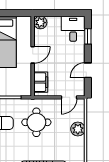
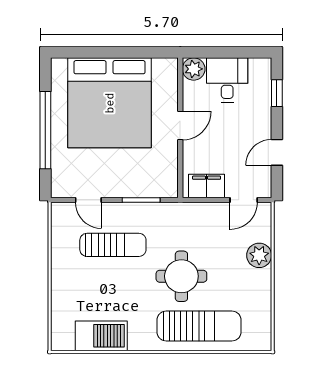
desk: (73, 29) -> (227, 80), moved
filing cabinet: (41, 82) -> (207, 186), moved, turned -90
round table: (36, 122) -> (181, 276), moved

